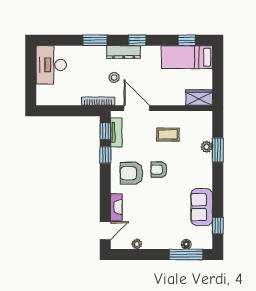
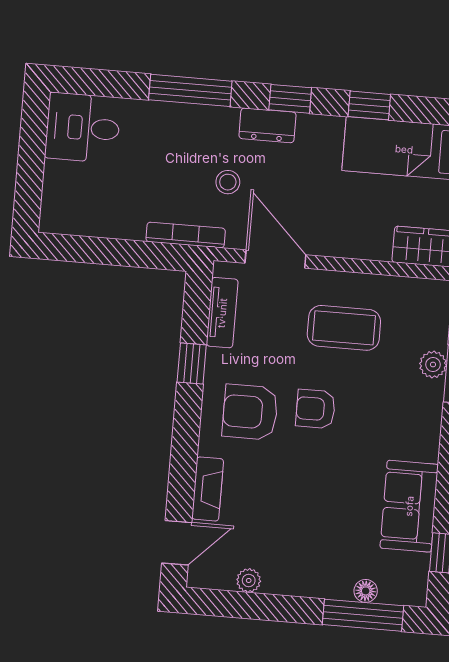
window: (95, 40) -> (190, 90), width x1.44
window: (187, 40) -> (369, 105), moved
dresser: (124, 52) -> (267, 125), width x0.70
desk: (51, 65) -> (83, 128), width x0.73
window: (105, 131) -> (196, 308), removed
coffee table: (168, 135) -> (344, 328), width x1.36, depth x1.30

